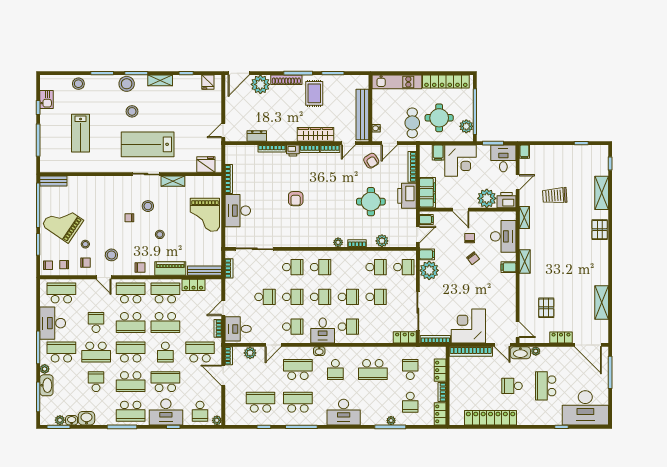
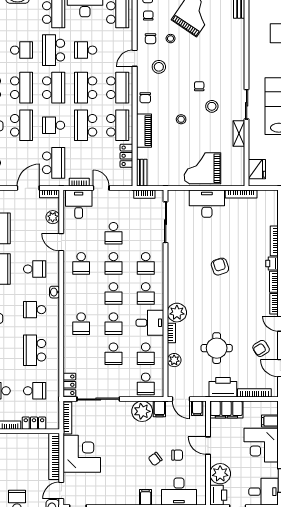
armchair: (296, 199) -> (220, 267), turned 72
door: (461, 210) -> (208, 446), hinge flipped
plant: (338, 242) -> (177, 313), width x1.87, depth x1.87
bench: (204, 271) -> (142, 173), width x0.73
school desk: (96, 322) -> (86, 50), turned 180
desk: (323, 330) -> (150, 323), moved, turned 180
school desk: (298, 370) -> (35, 269), width x0.54
school desk: (131, 382) -> (22, 88), turned 180

